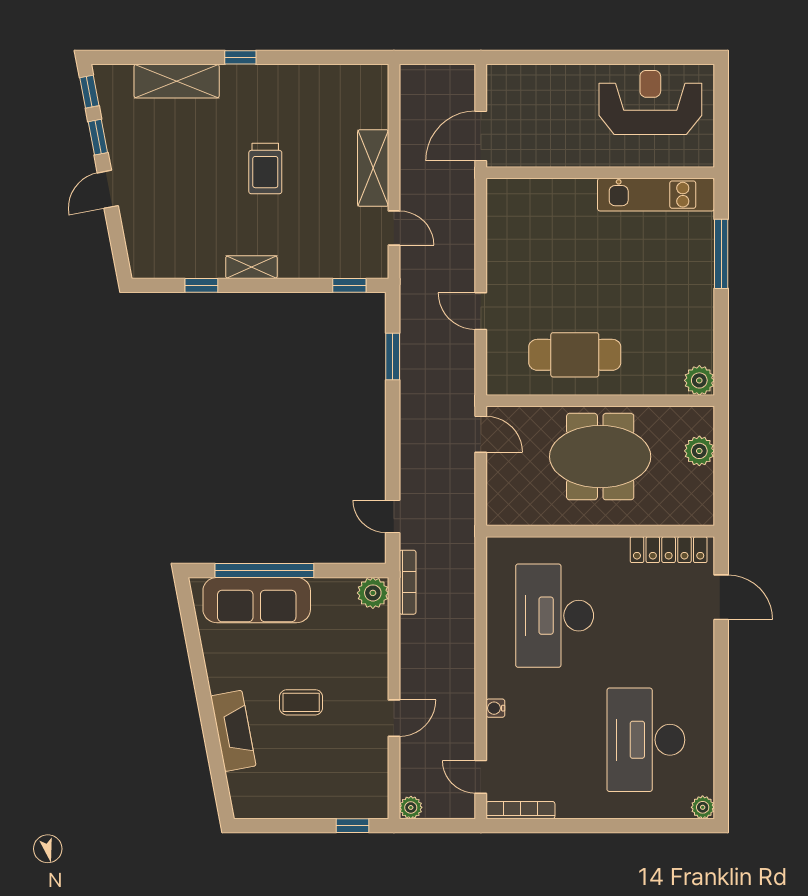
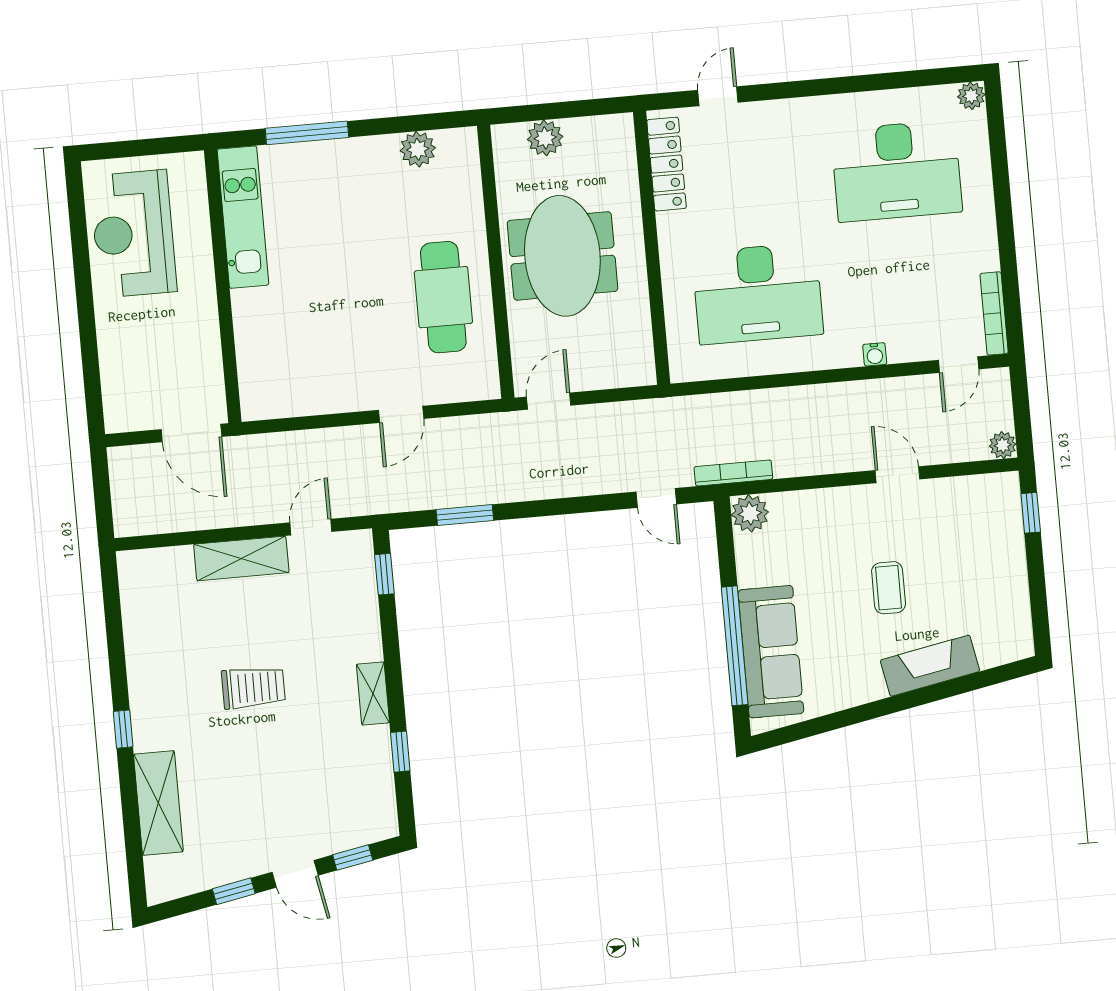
window: (89, 92) -> (353, 858), moved
plant: (699, 380) -> (418, 149), moved
door: (393, 516) -> (656, 498), hinge flipped
door: (721, 597) -> (718, 96), width x0.73

